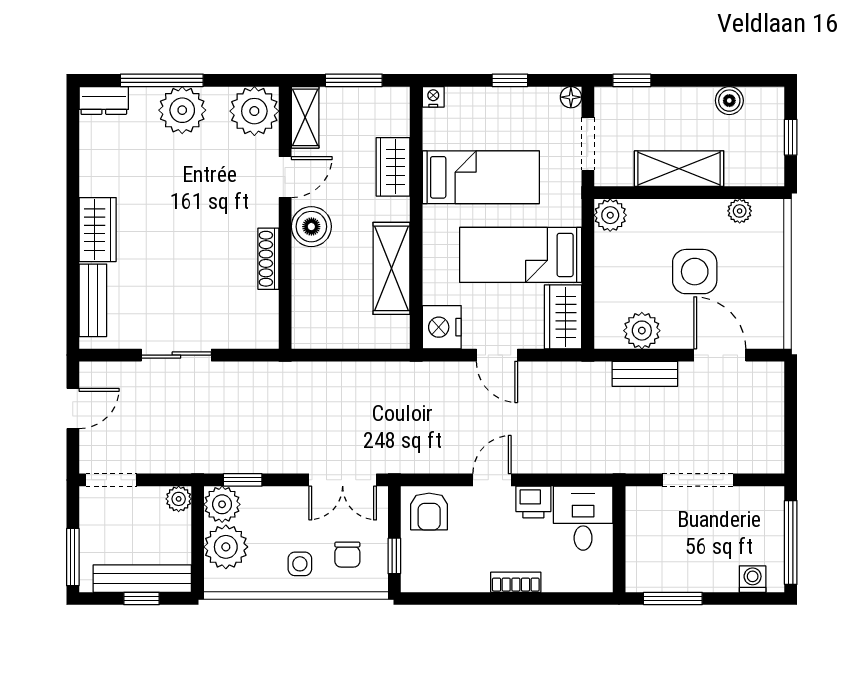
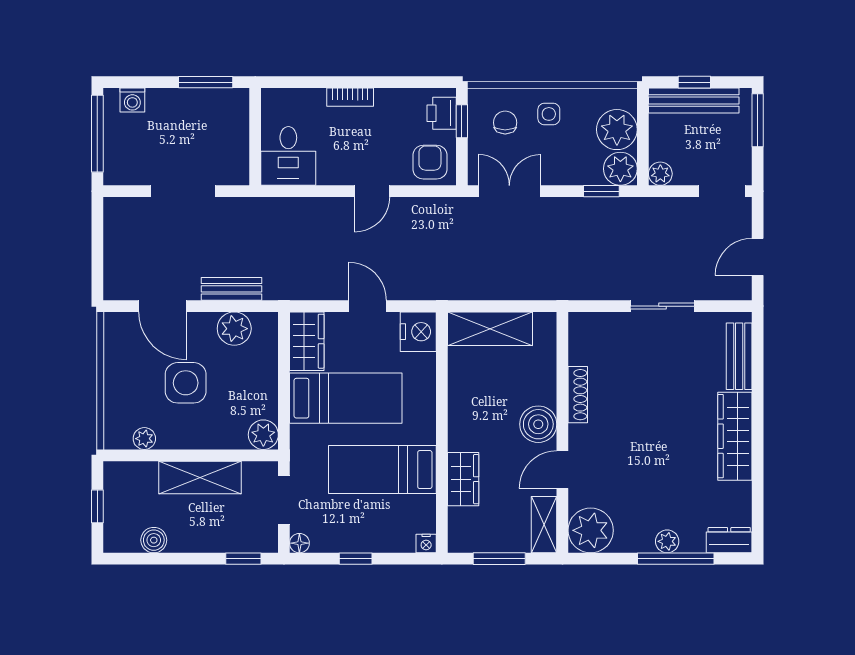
plant: (182, 110) -> (667, 541), width x0.53, depth x0.53
wardrobe: (98, 230) -> (735, 436), width x1.50
shelving: (391, 268) -> (490, 329), moved, turned 90
printer: (533, 502) -> (442, 113), moved, turned -90

